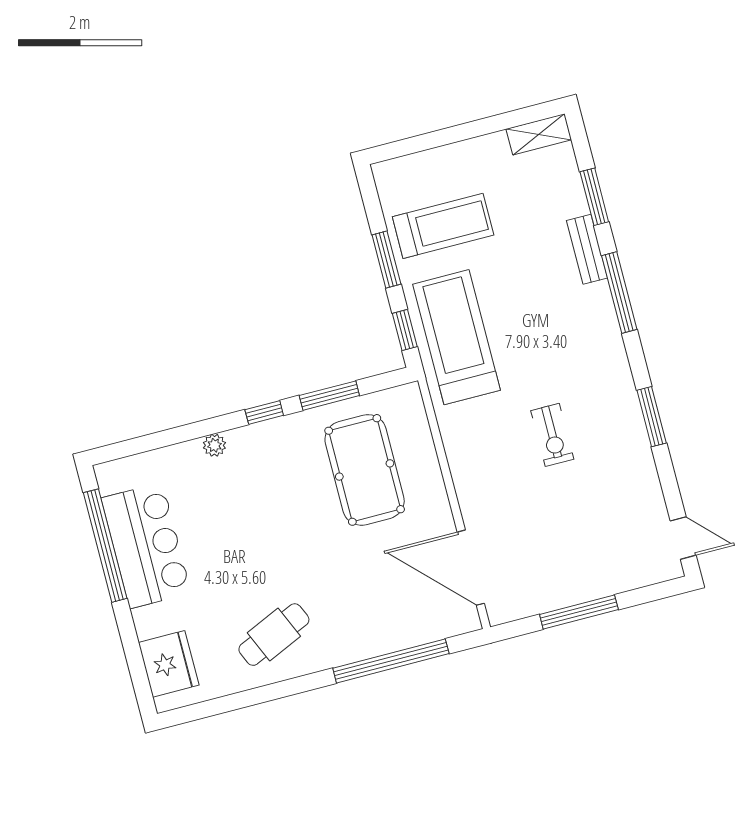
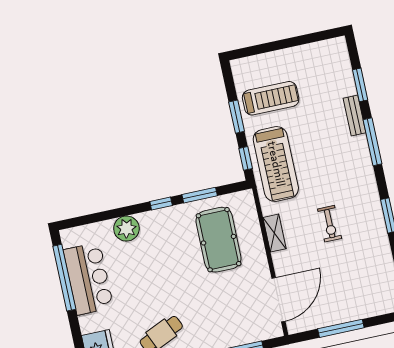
shelving: (539, 134) -> (275, 233), moved, turned 90
treadmill: (457, 337) -> (276, 164), turned 180
plant: (214, 445) -> (126, 229), width x1.88, depth x1.88
door: (471, 568) -> (279, 300), swing flipped

